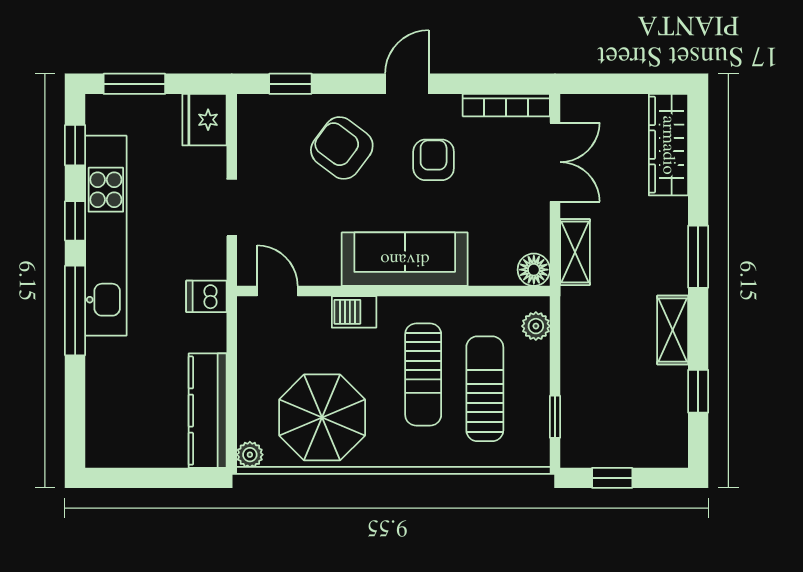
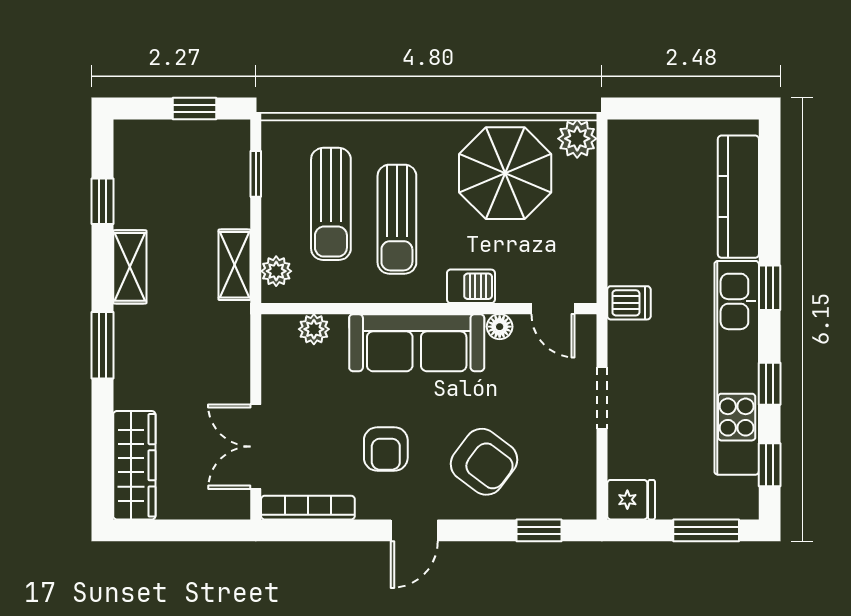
fridge: (204, 120) -> (631, 500), width x0.72
shelving: (575, 252) -> (234, 265), moved
floor lamp: (534, 270) -> (500, 327), moved, width x0.73, depth x0.73
plant: (501, 272) -> (314, 329), added
window: (75, 310) -> (770, 288), width x0.46
sun lounger: (423, 375) -> (397, 219), turned 180
kitchen counter: (208, 411) -> (738, 197), moved, turned 180
plant: (250, 455) -> (577, 139), width x1.38, depth x1.38

